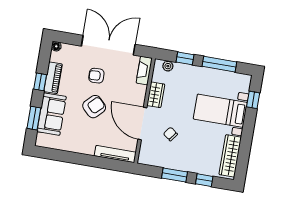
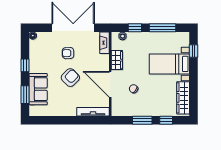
piano: (53, 78) -> (34, 61), removed

